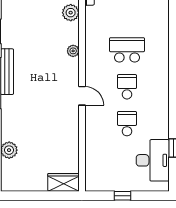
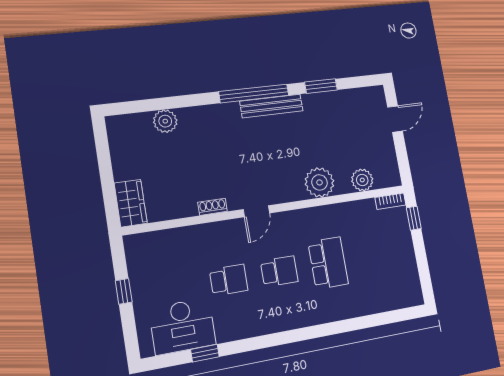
plant: (73, 51) -> (319, 182), width x1.88, depth x1.88
shoe rack: (74, 127) -> (212, 207), added

